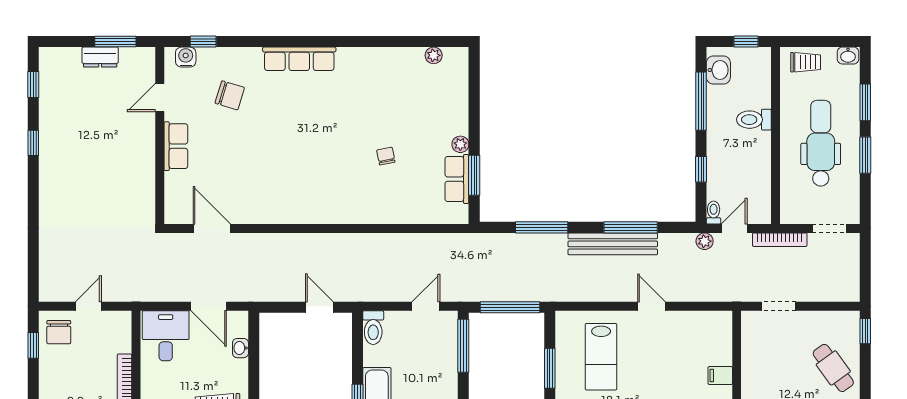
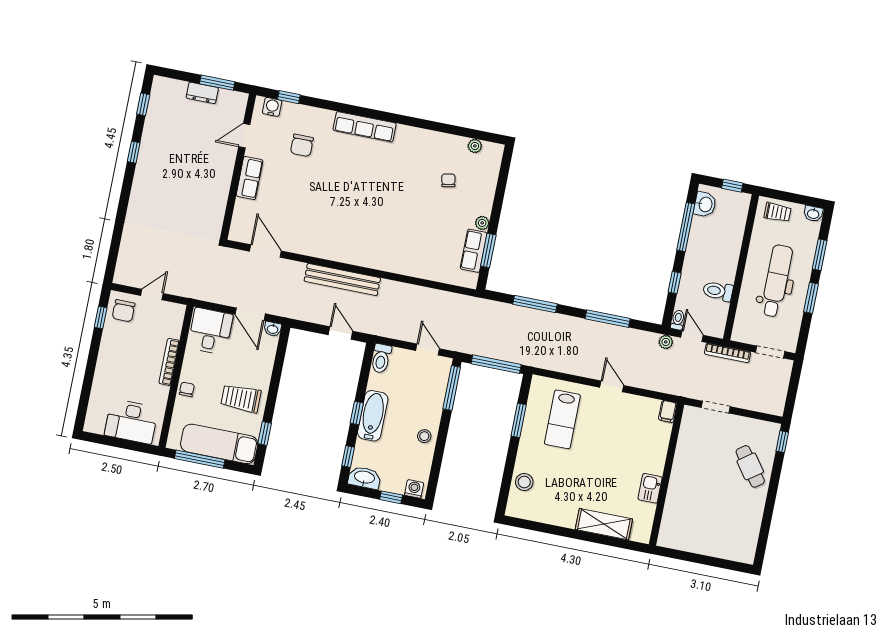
chair: (230, 95) -> (302, 145), turned 73
toilet: (754, 120) -> (718, 291), moved
chair: (386, 156) -> (448, 180), moved
door: (734, 228) -> (692, 336), hinge flipped
bench: (613, 244) -> (342, 280), moved
door: (426, 306) -> (428, 350), hinge flipped
washbasin: (240, 348) -> (273, 329), moved, turned -90
filing cabinet: (720, 376) -> (668, 411), moved, turned -90

